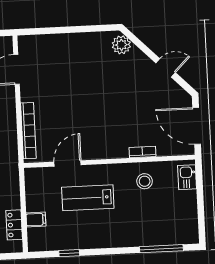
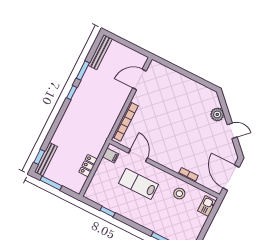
plant: (121, 45) -> (217, 114), moved
door: (68, 163) -> (138, 156), hinge flipped
filing cabinet: (36, 220) -> (111, 155), moved
locker: (14, 225) -> (88, 166), moved

